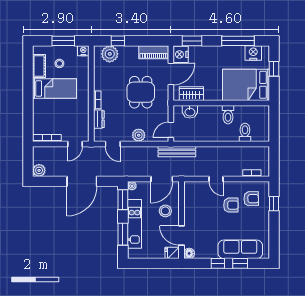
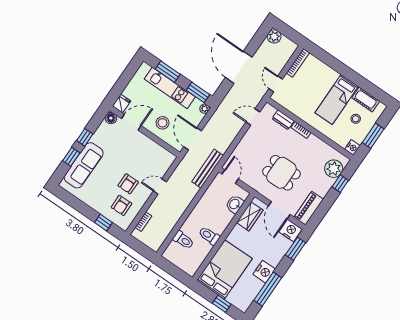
nightstand: (253, 53) -> (264, 272), moved
plant: (139, 135) -> (245, 145), removed

